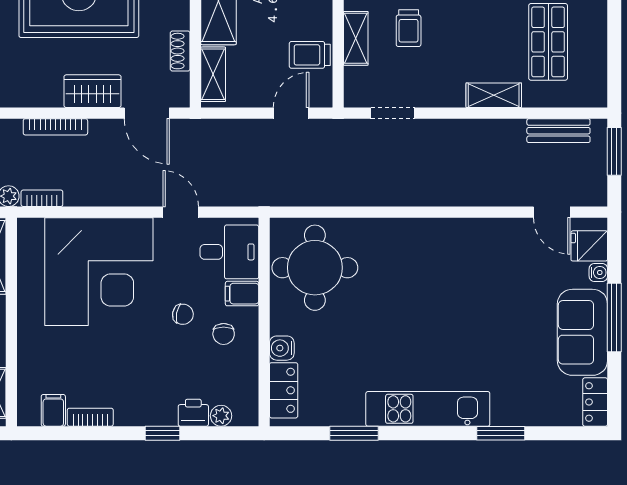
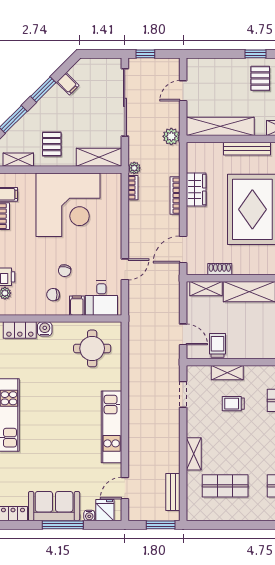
wardrobe: (93, 91) -> (196, 190), moved
kitchen unit: (448, 235) -> (112, 427), added
round table: (315, 268) -> (92, 348), width x0.73, depth x0.73
corner desk: (99, 272) -> (68, 205), moved, turned -90

